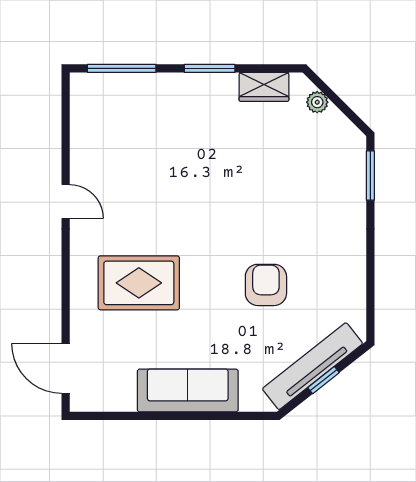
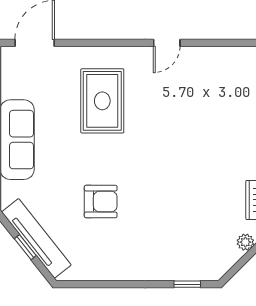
window: (370, 176) -> (187, 284), width x0.67

